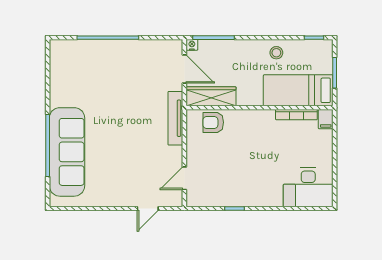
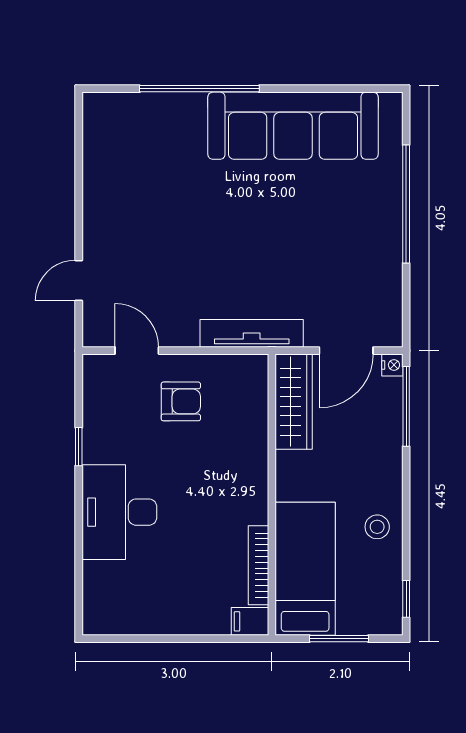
armchair: (213, 122) -> (181, 401), moved, turned 90
sofa: (67, 152) -> (293, 126), moved
desk: (308, 187) -> (119, 512), moved
door: (148, 208) -> (79, 280), hinge flipped

